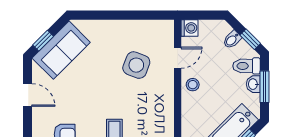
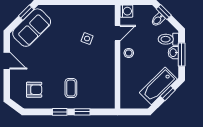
window: (250, 39) -> (164, 12), moved
window: (43, 41) -> (26, 13), moved
side table: (136, 65) -> (87, 39), width x0.54, depth x0.54

